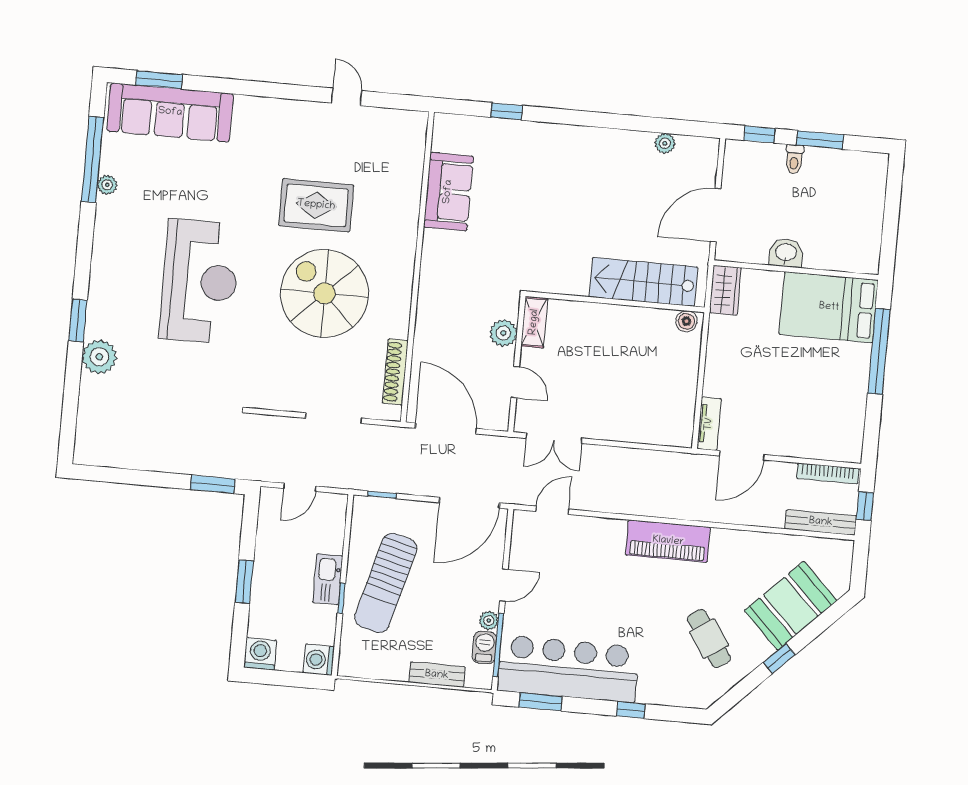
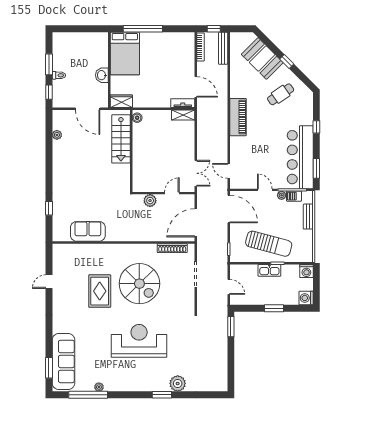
spiral stairs: (324, 293) -> (139, 284), turned -90
shelving: (534, 322) -> (183, 115), moved

